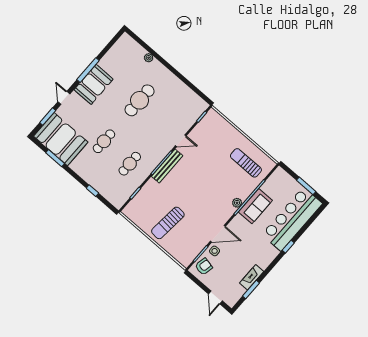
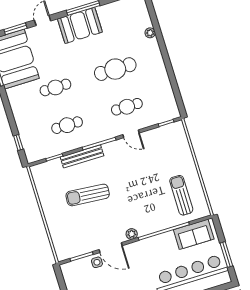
cafe table: (165, 123) -> (127, 107), added
bench: (167, 166) -> (82, 156), moved
window: (93, 191) -> (18, 142), moved
plant: (237, 203) -> (132, 234), moved
sofa: (255, 206) -> (194, 234), moved
sun lounger: (168, 223) -> (88, 195), moved
armchair: (204, 267) -> (77, 271), removed

